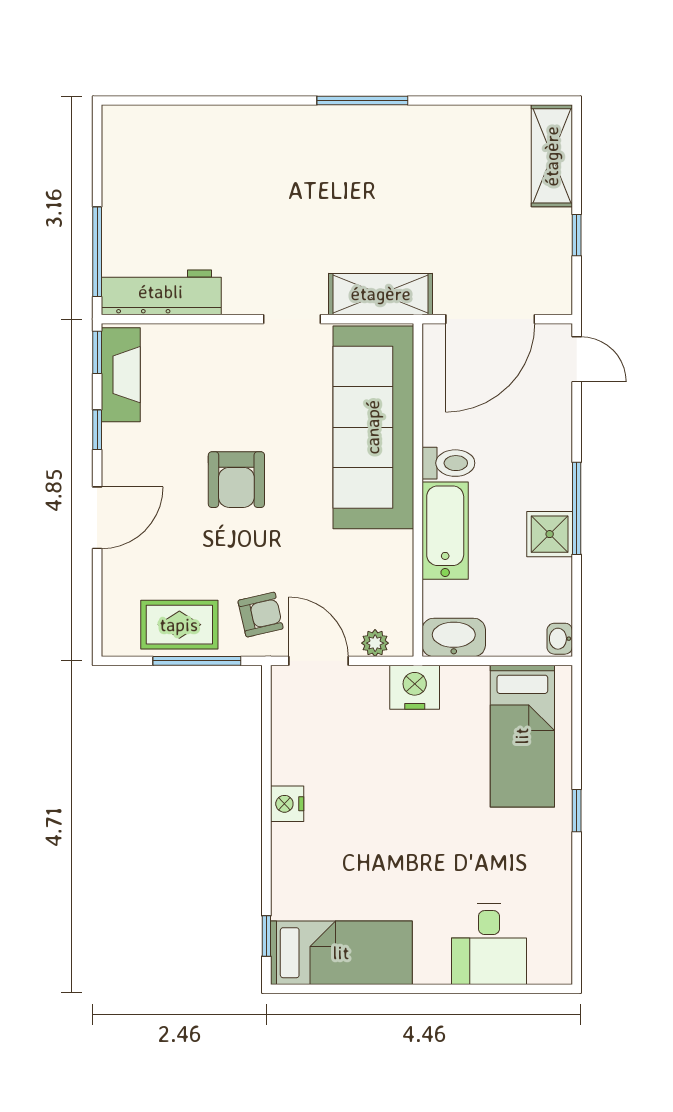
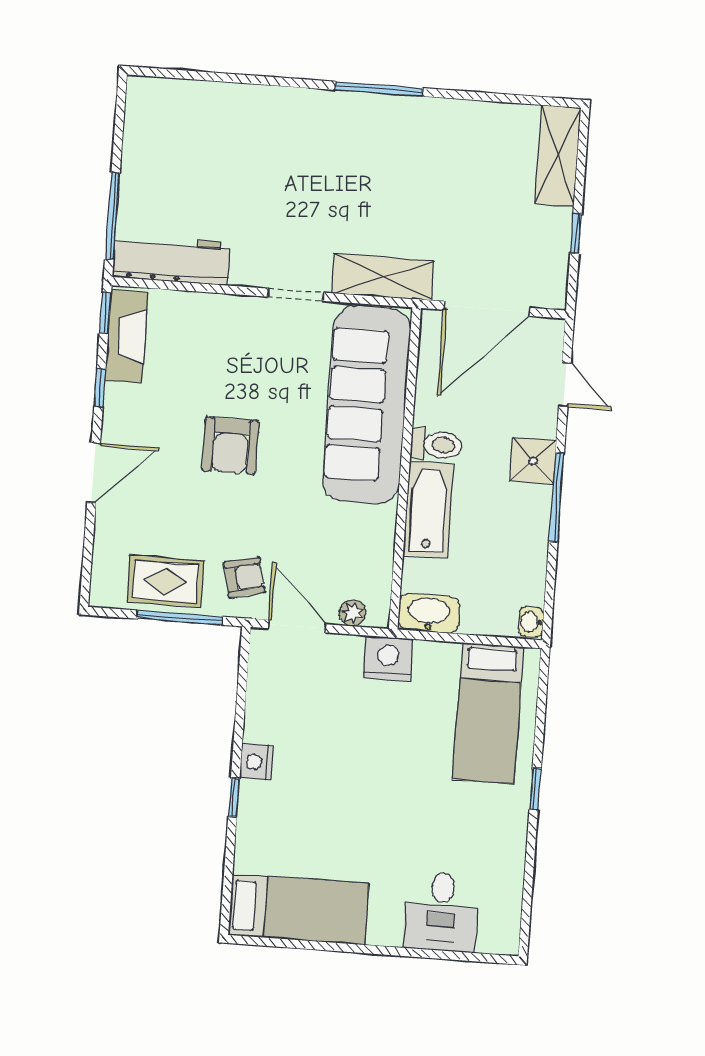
door: (577, 359) -> (565, 385), moved
shower: (550, 534) -> (533, 461), moved
window: (266, 936) -> (234, 797), moved

